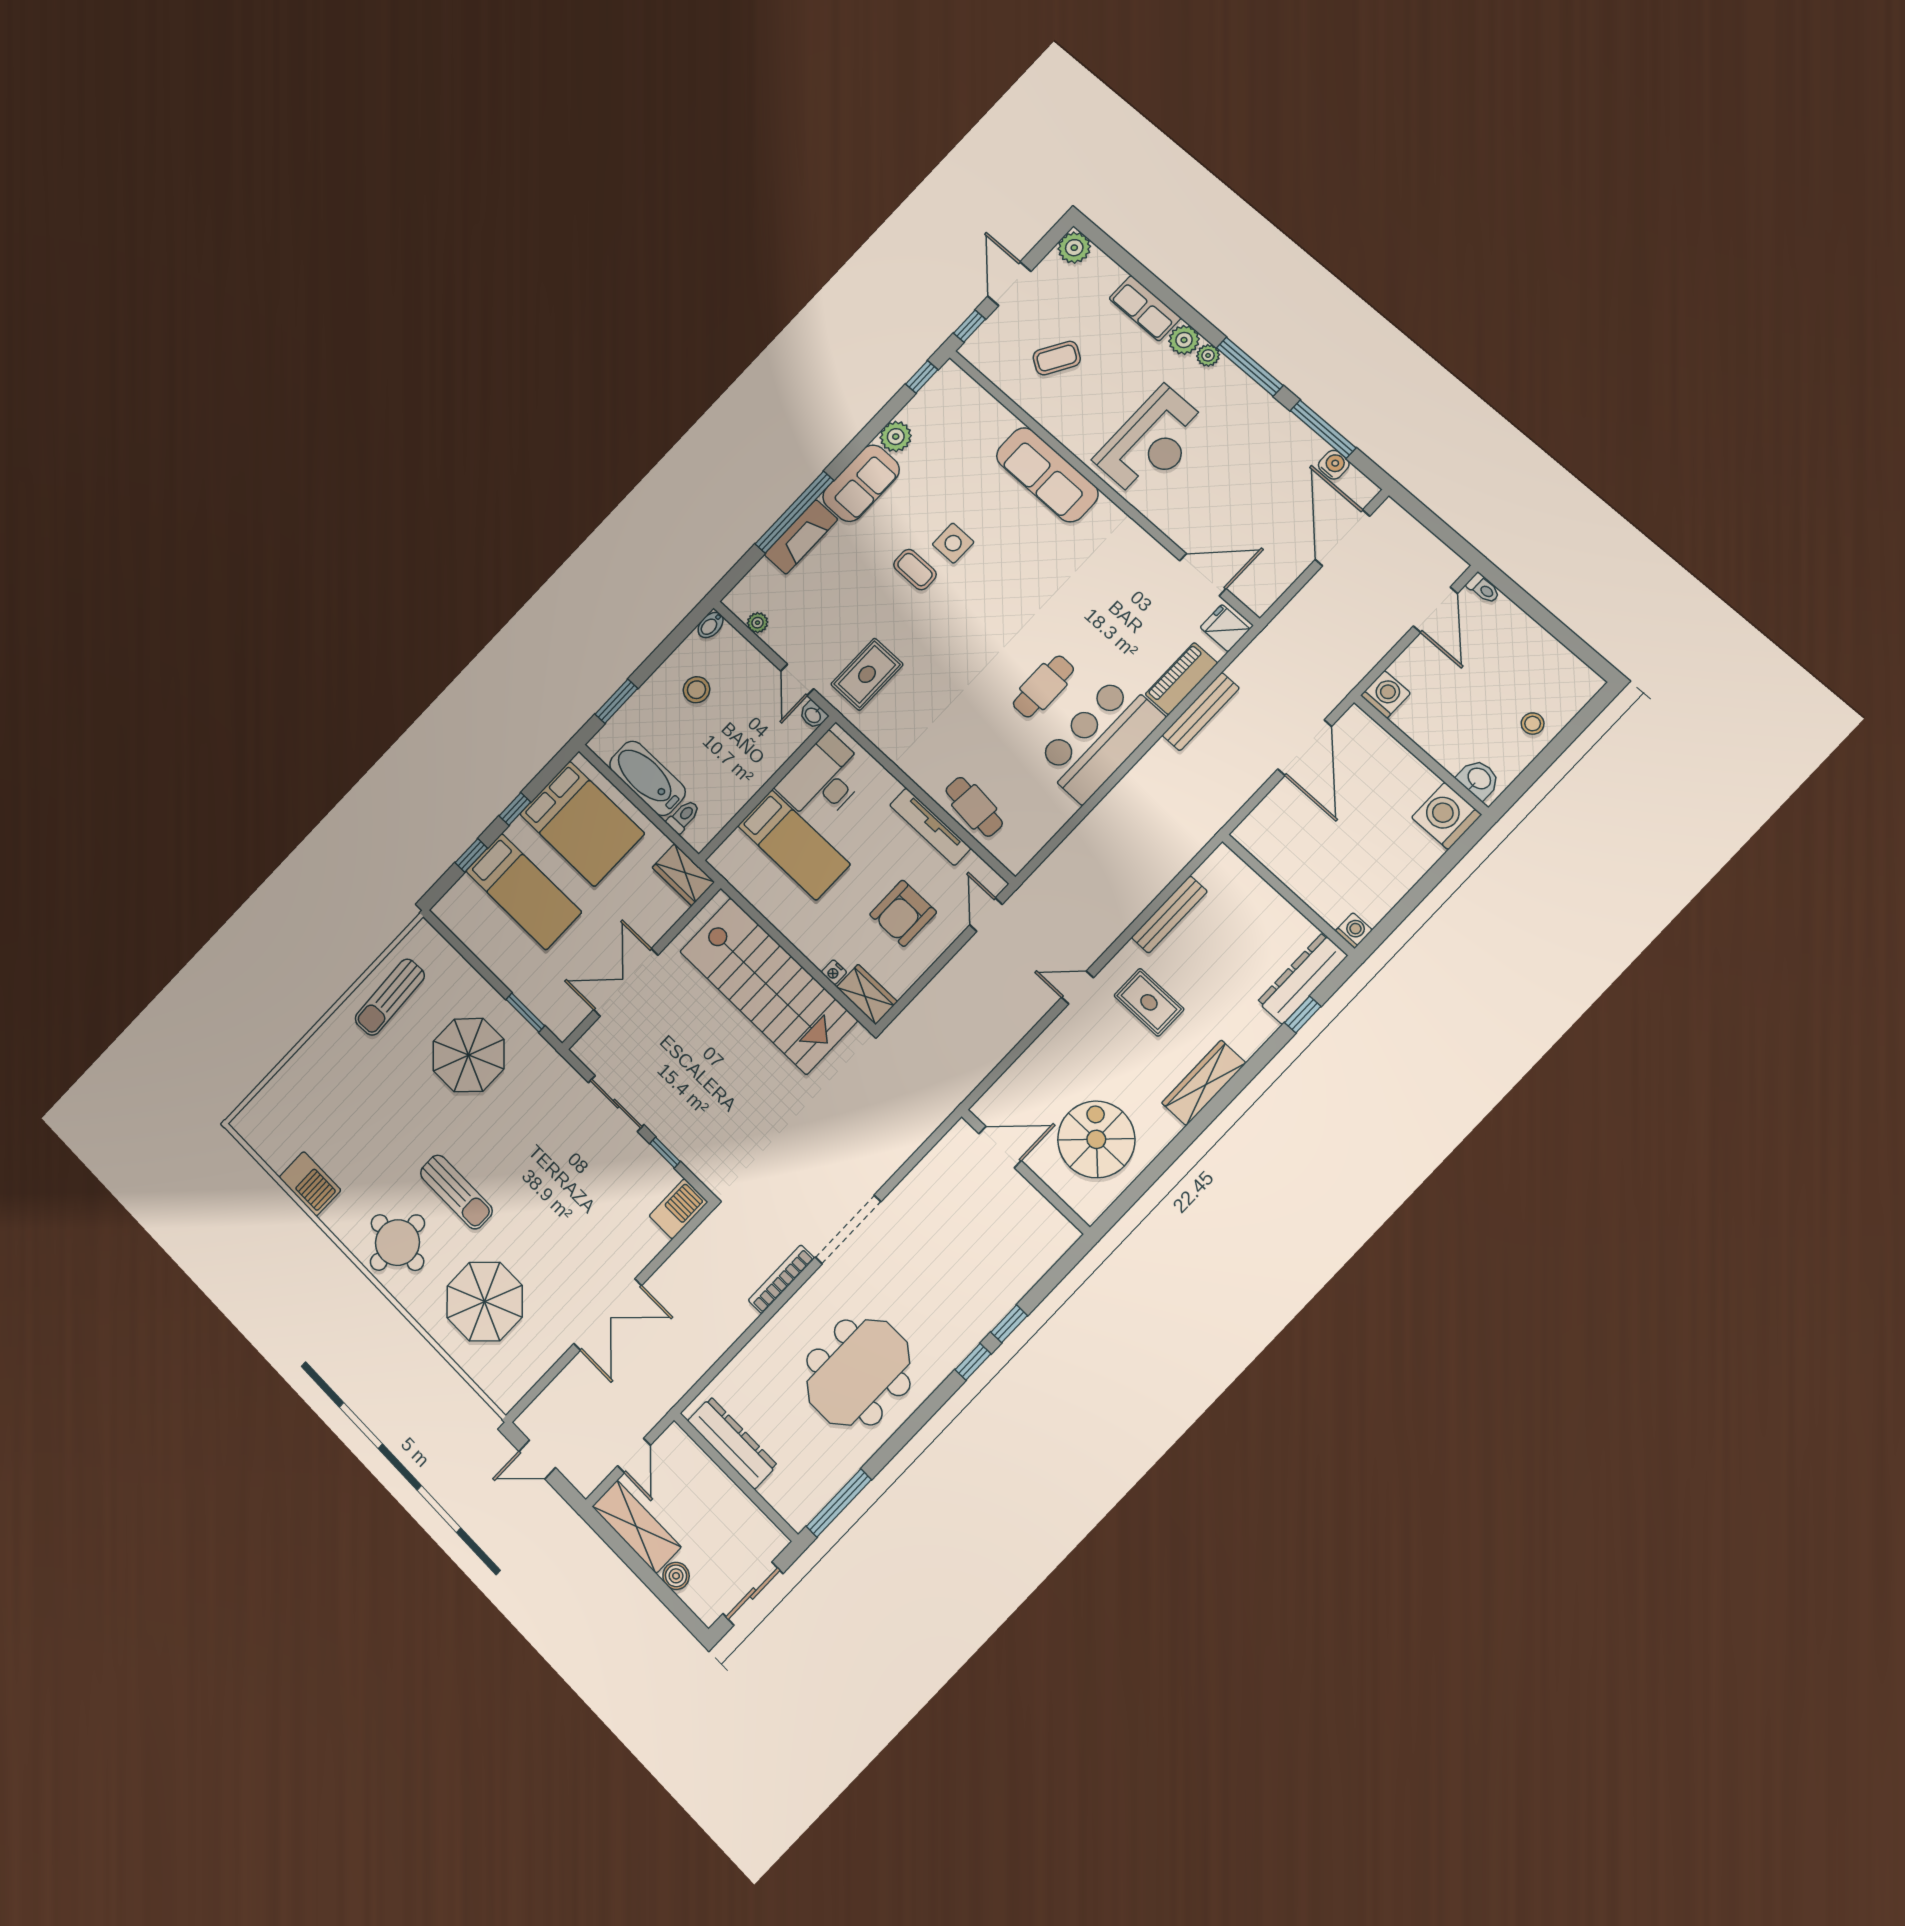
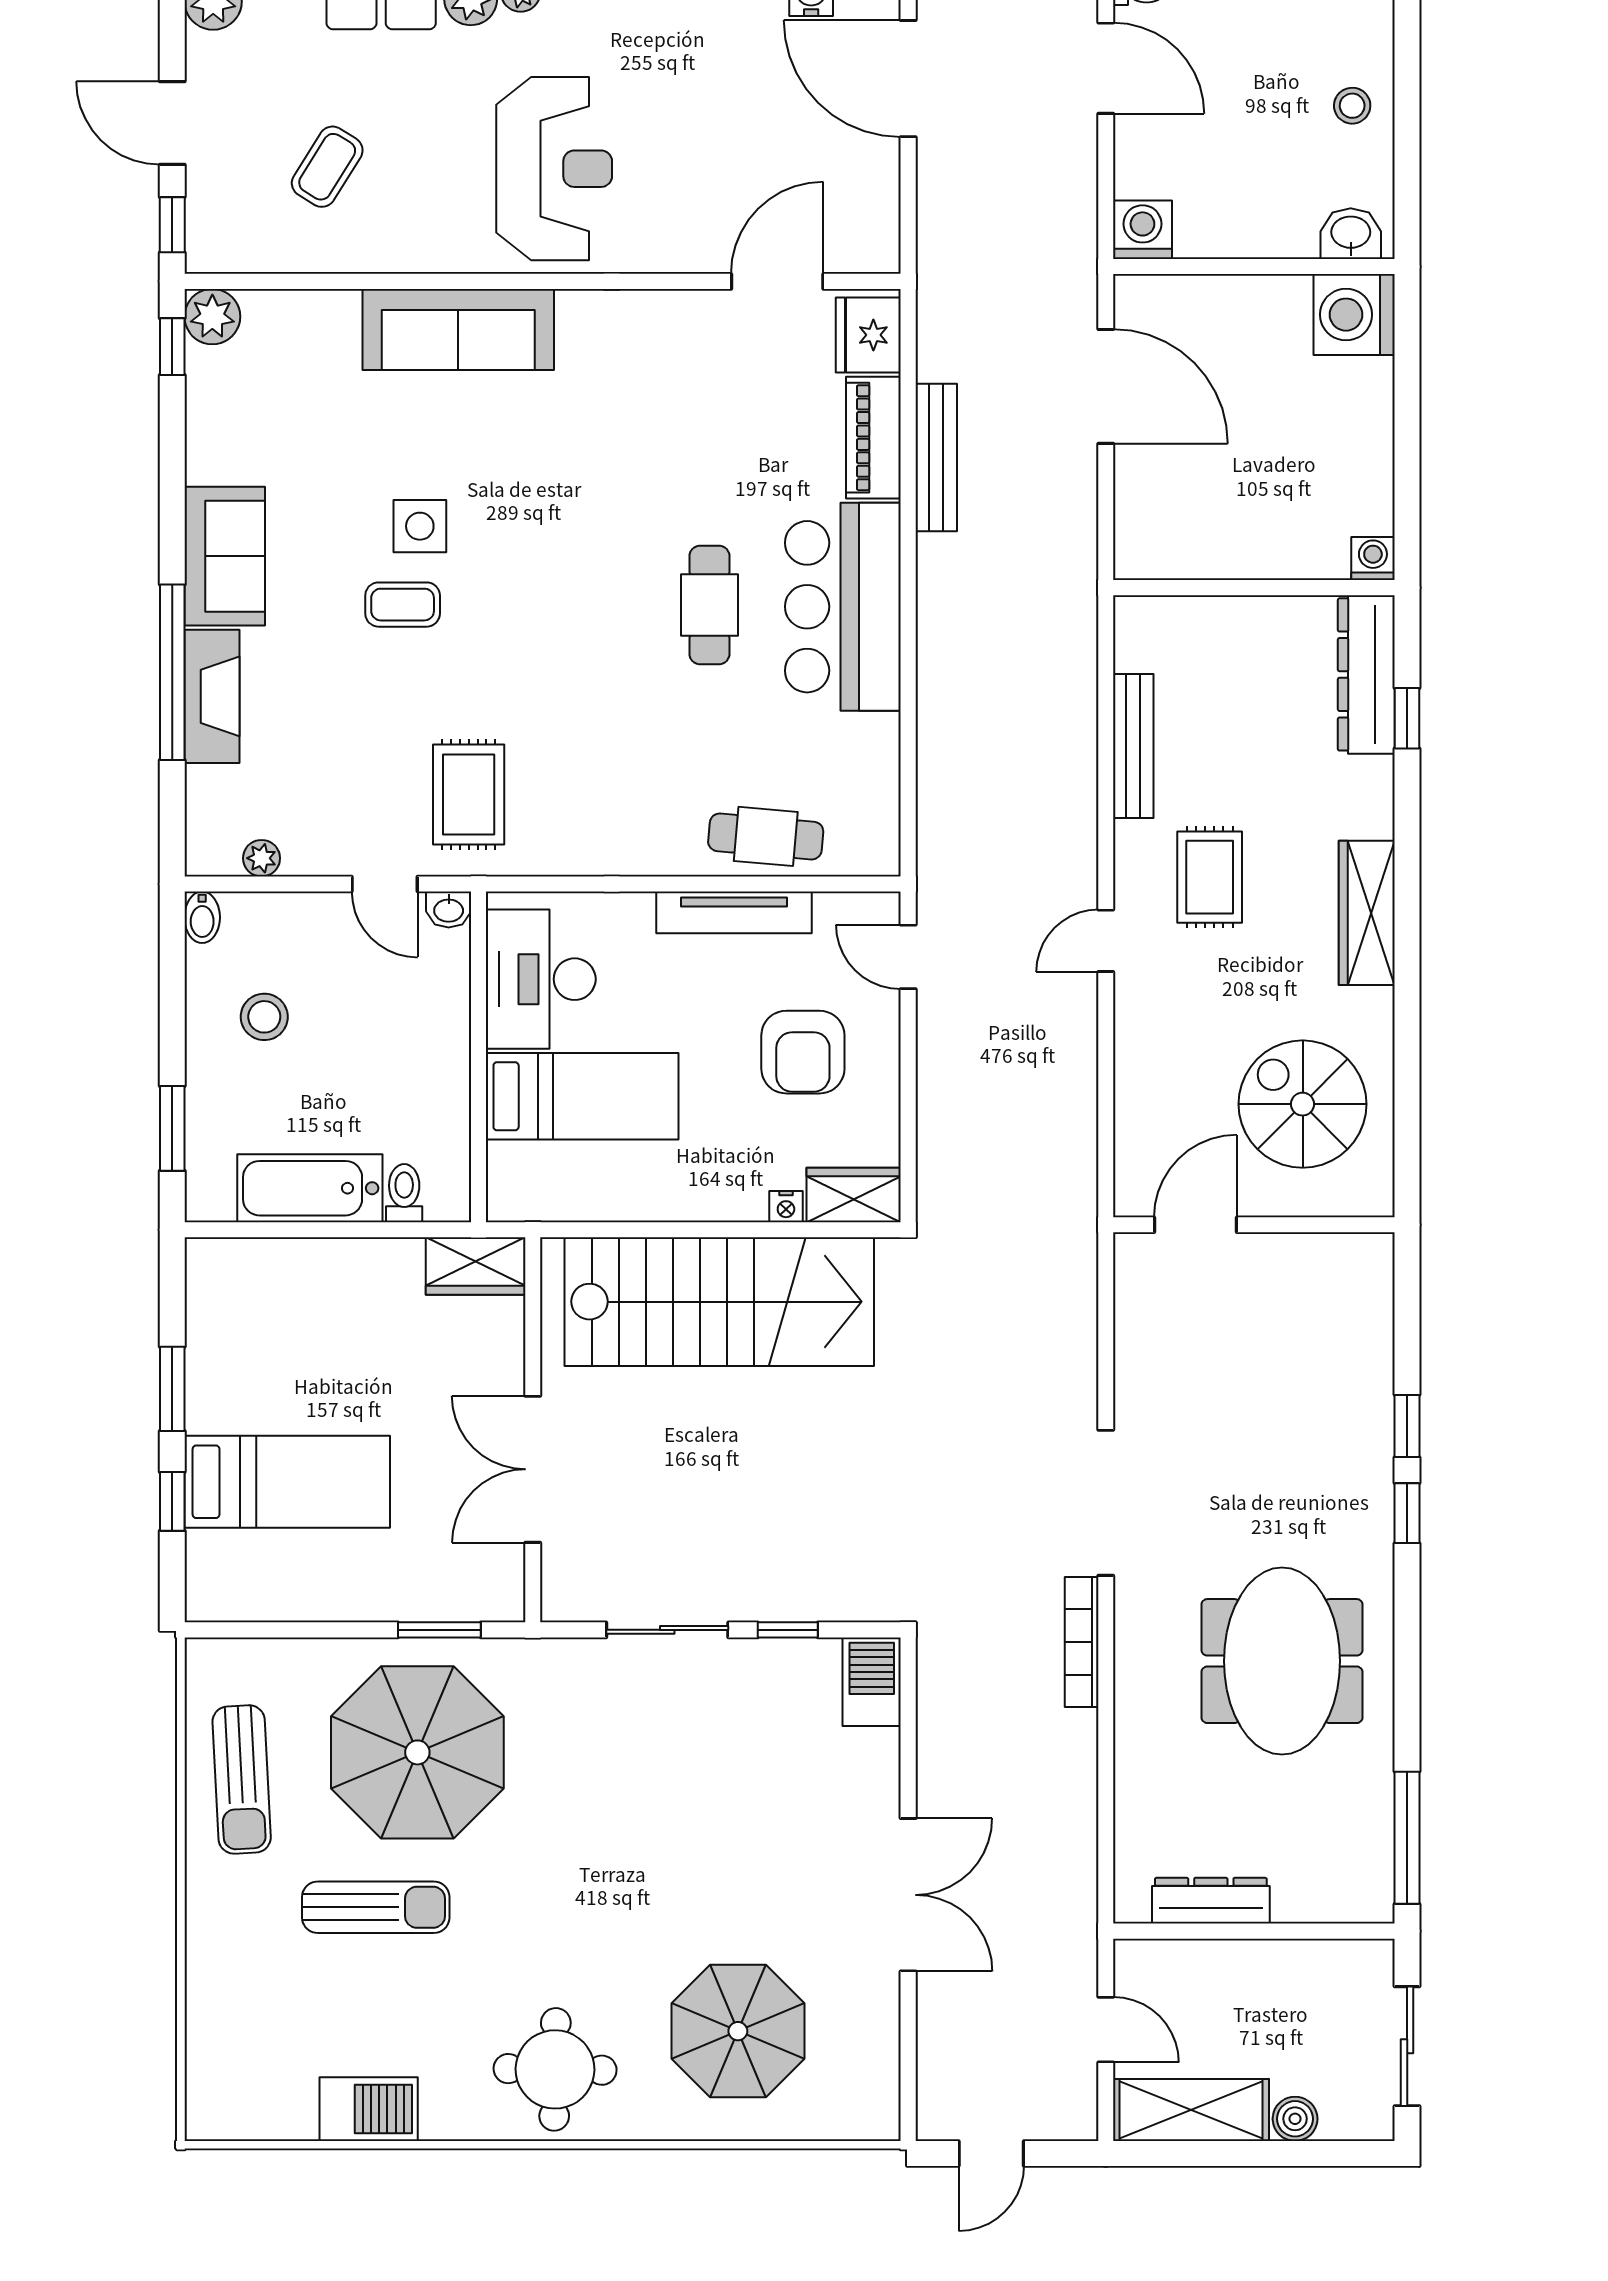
plant: (896, 437) -> (212, 317), moved
fridge: (1225, 628) -> (868, 335), width x1.38
window: (515, 809) -> (172, 1389), width x1.50
bed: (582, 824) -> (280, 1325), removed
rug: (1149, 1002) -> (1210, 877), turned 90
parasol: (469, 1055) -> (417, 1752), width x1.36, depth x1.36
sun lounger: (456, 1192) -> (376, 1907), moved
dresser: (732, 1443) -> (1211, 1901), width x0.73, depth x0.80

